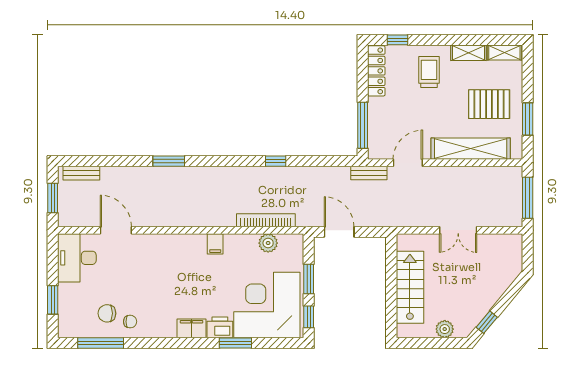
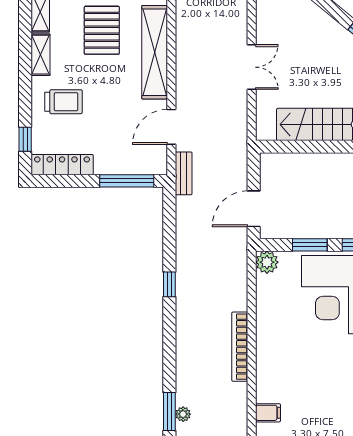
trolley: (429, 72) -> (63, 102), turned 180
door: (408, 163) -> (171, 127), hinge flipped
plant: (167, 172) -> (183, 414), added
bookcase: (266, 220) -> (240, 347), moved
plant: (268, 243) -> (267, 262), moved
filing cabinet: (215, 244) -> (268, 413), moved

